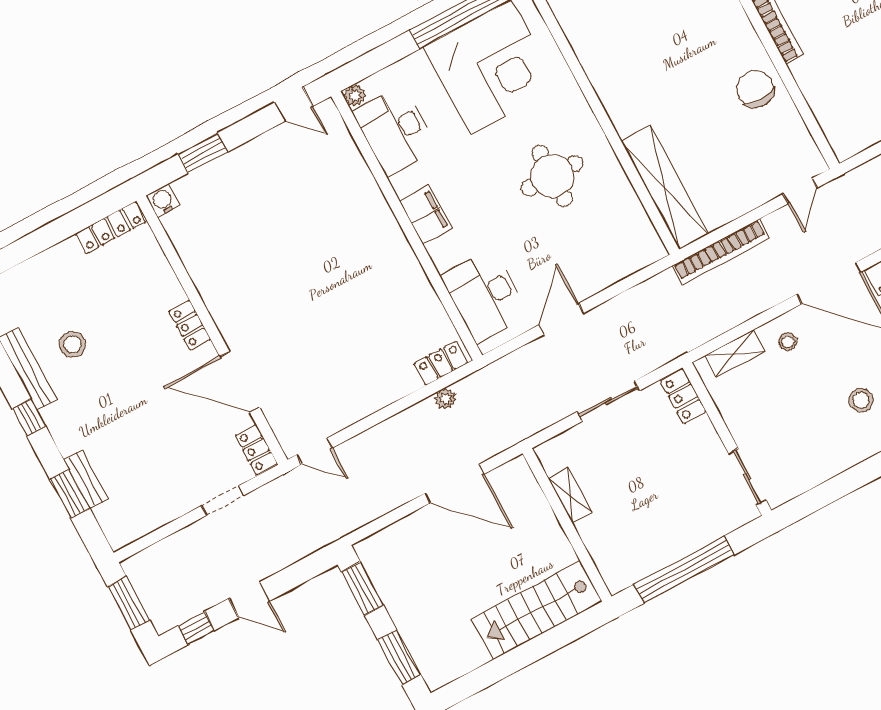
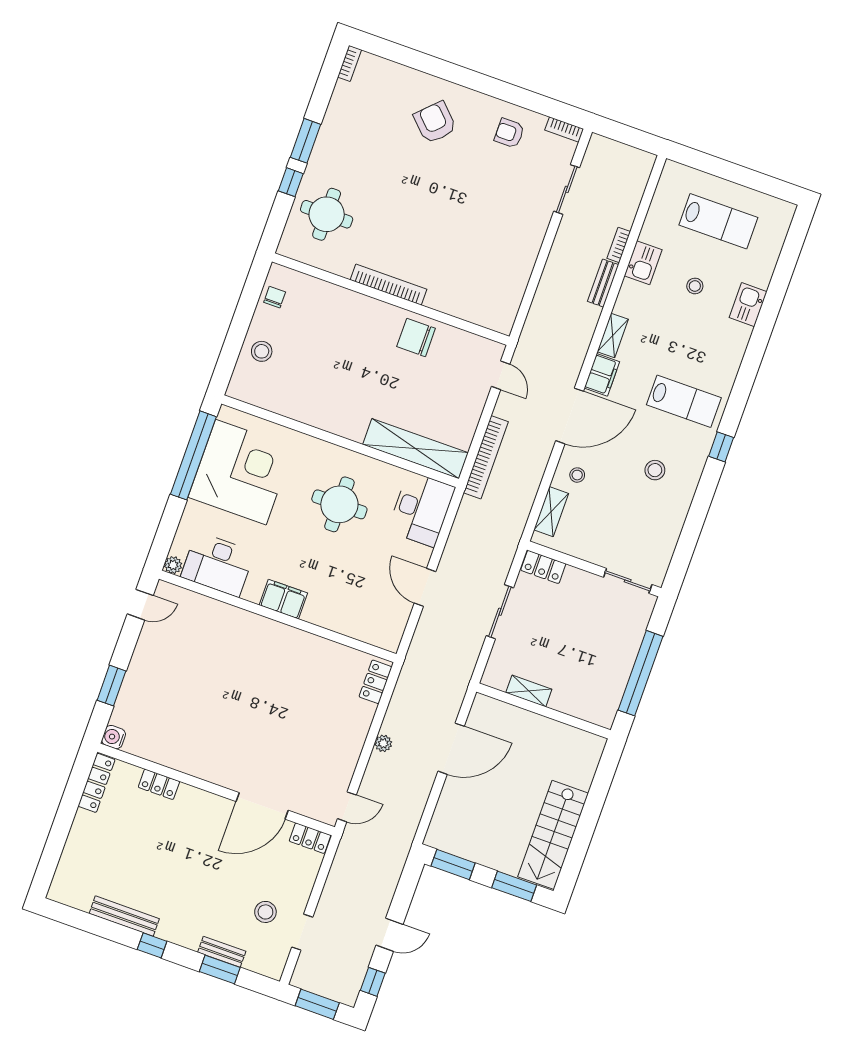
desk: (485, 296) -> (421, 509), moved, turned -90
locker: (190, 325) -> (159, 784), moved
stool: (73, 344) -> (265, 912), moved
plant: (446, 399) -> (383, 743), moved
doorway: (223, 501) -> (302, 932), moved
stairs: (537, 610) -> (553, 835), moved

